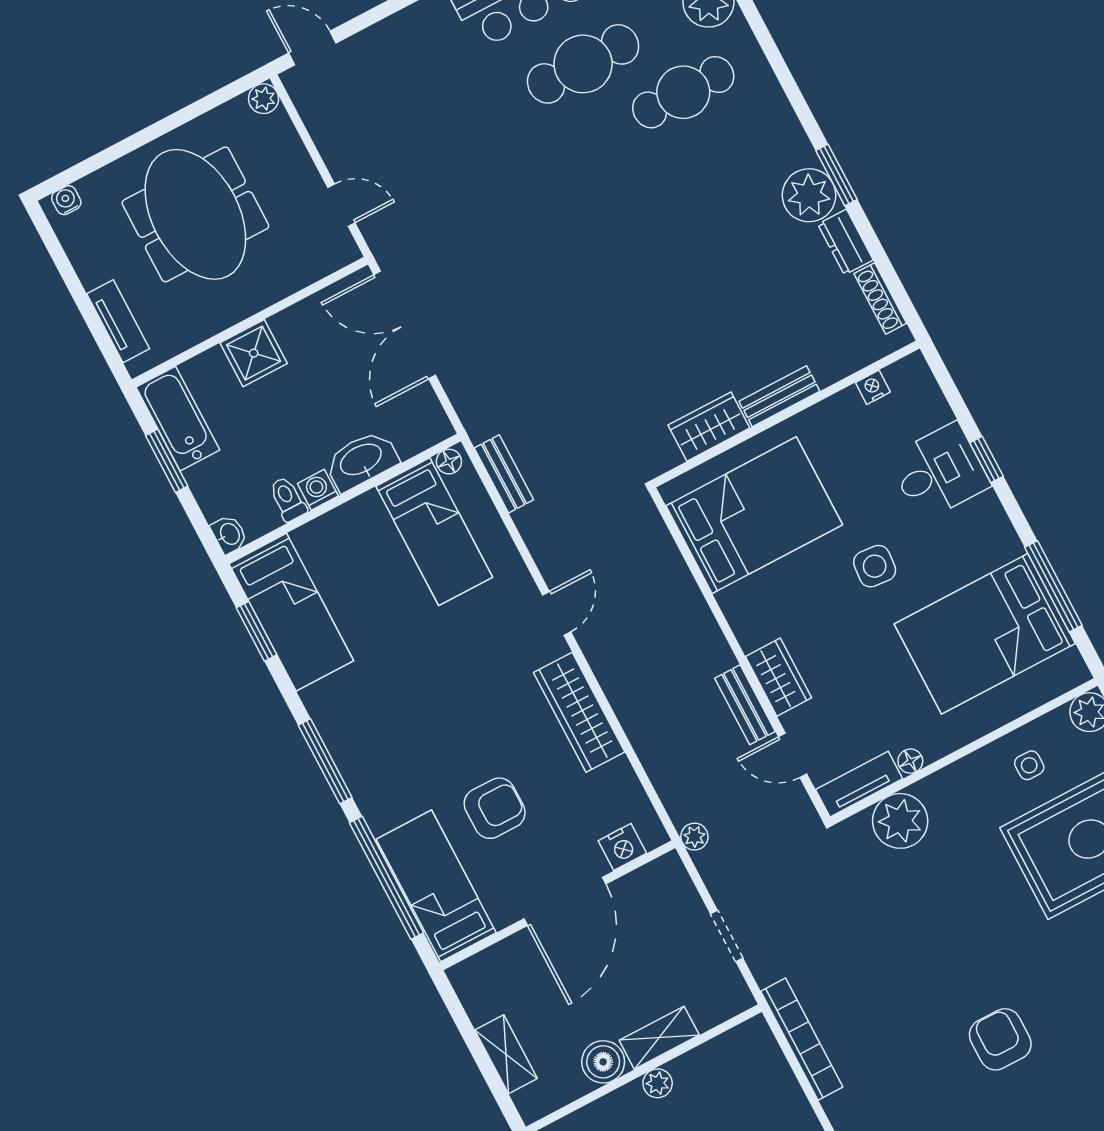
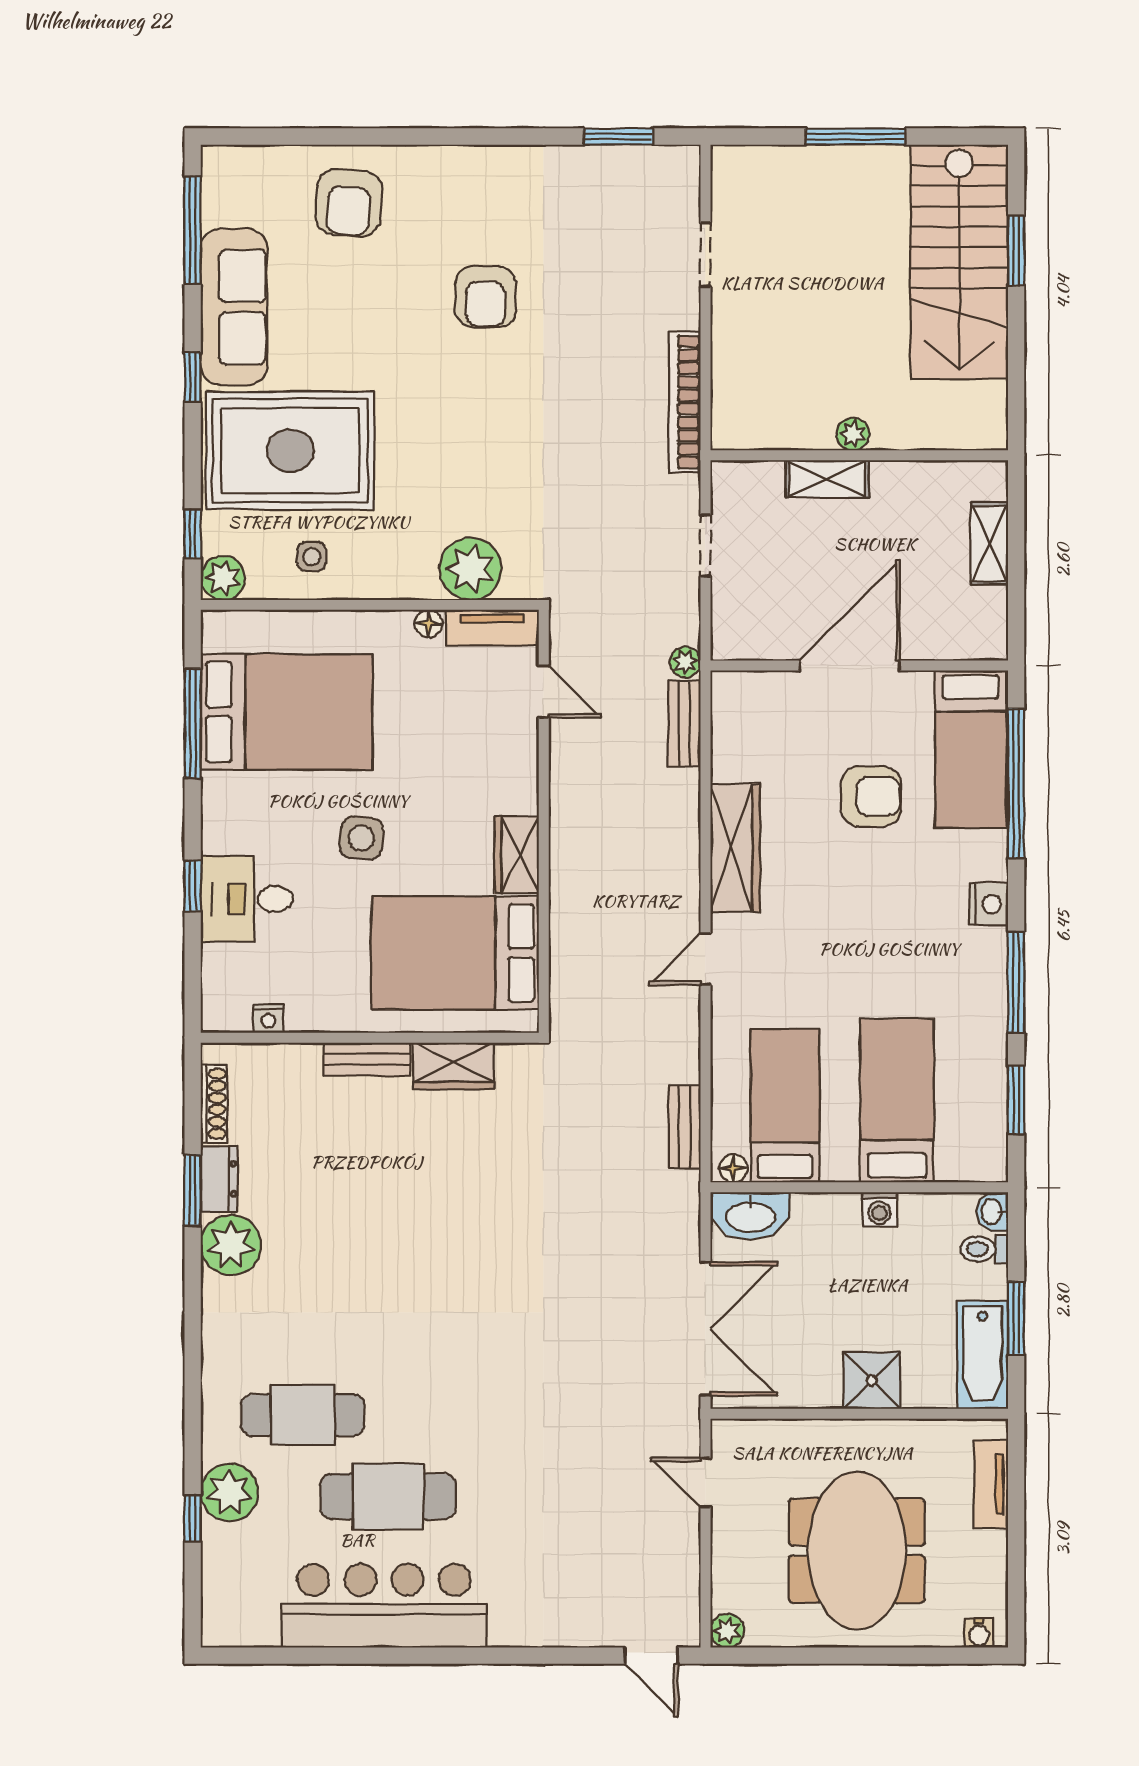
window: (836, 175) -> (193, 1190), moved
washbasin: (361, 460) -> (750, 1216), moved
toilet: (288, 499) -> (984, 1249), moved, turned 90
bed: (291, 612) -> (897, 1101), moved
wardrobe: (778, 677) -> (517, 855), moved
bench: (745, 705) -> (684, 723), moved
window: (325, 761) -> (1016, 982), moved
armchair: (495, 808) -> (871, 796), turned 180
nightstand: (622, 847) -> (989, 904), moved, turned 90
boiler: (603, 1062) -> (896, 484), removed

